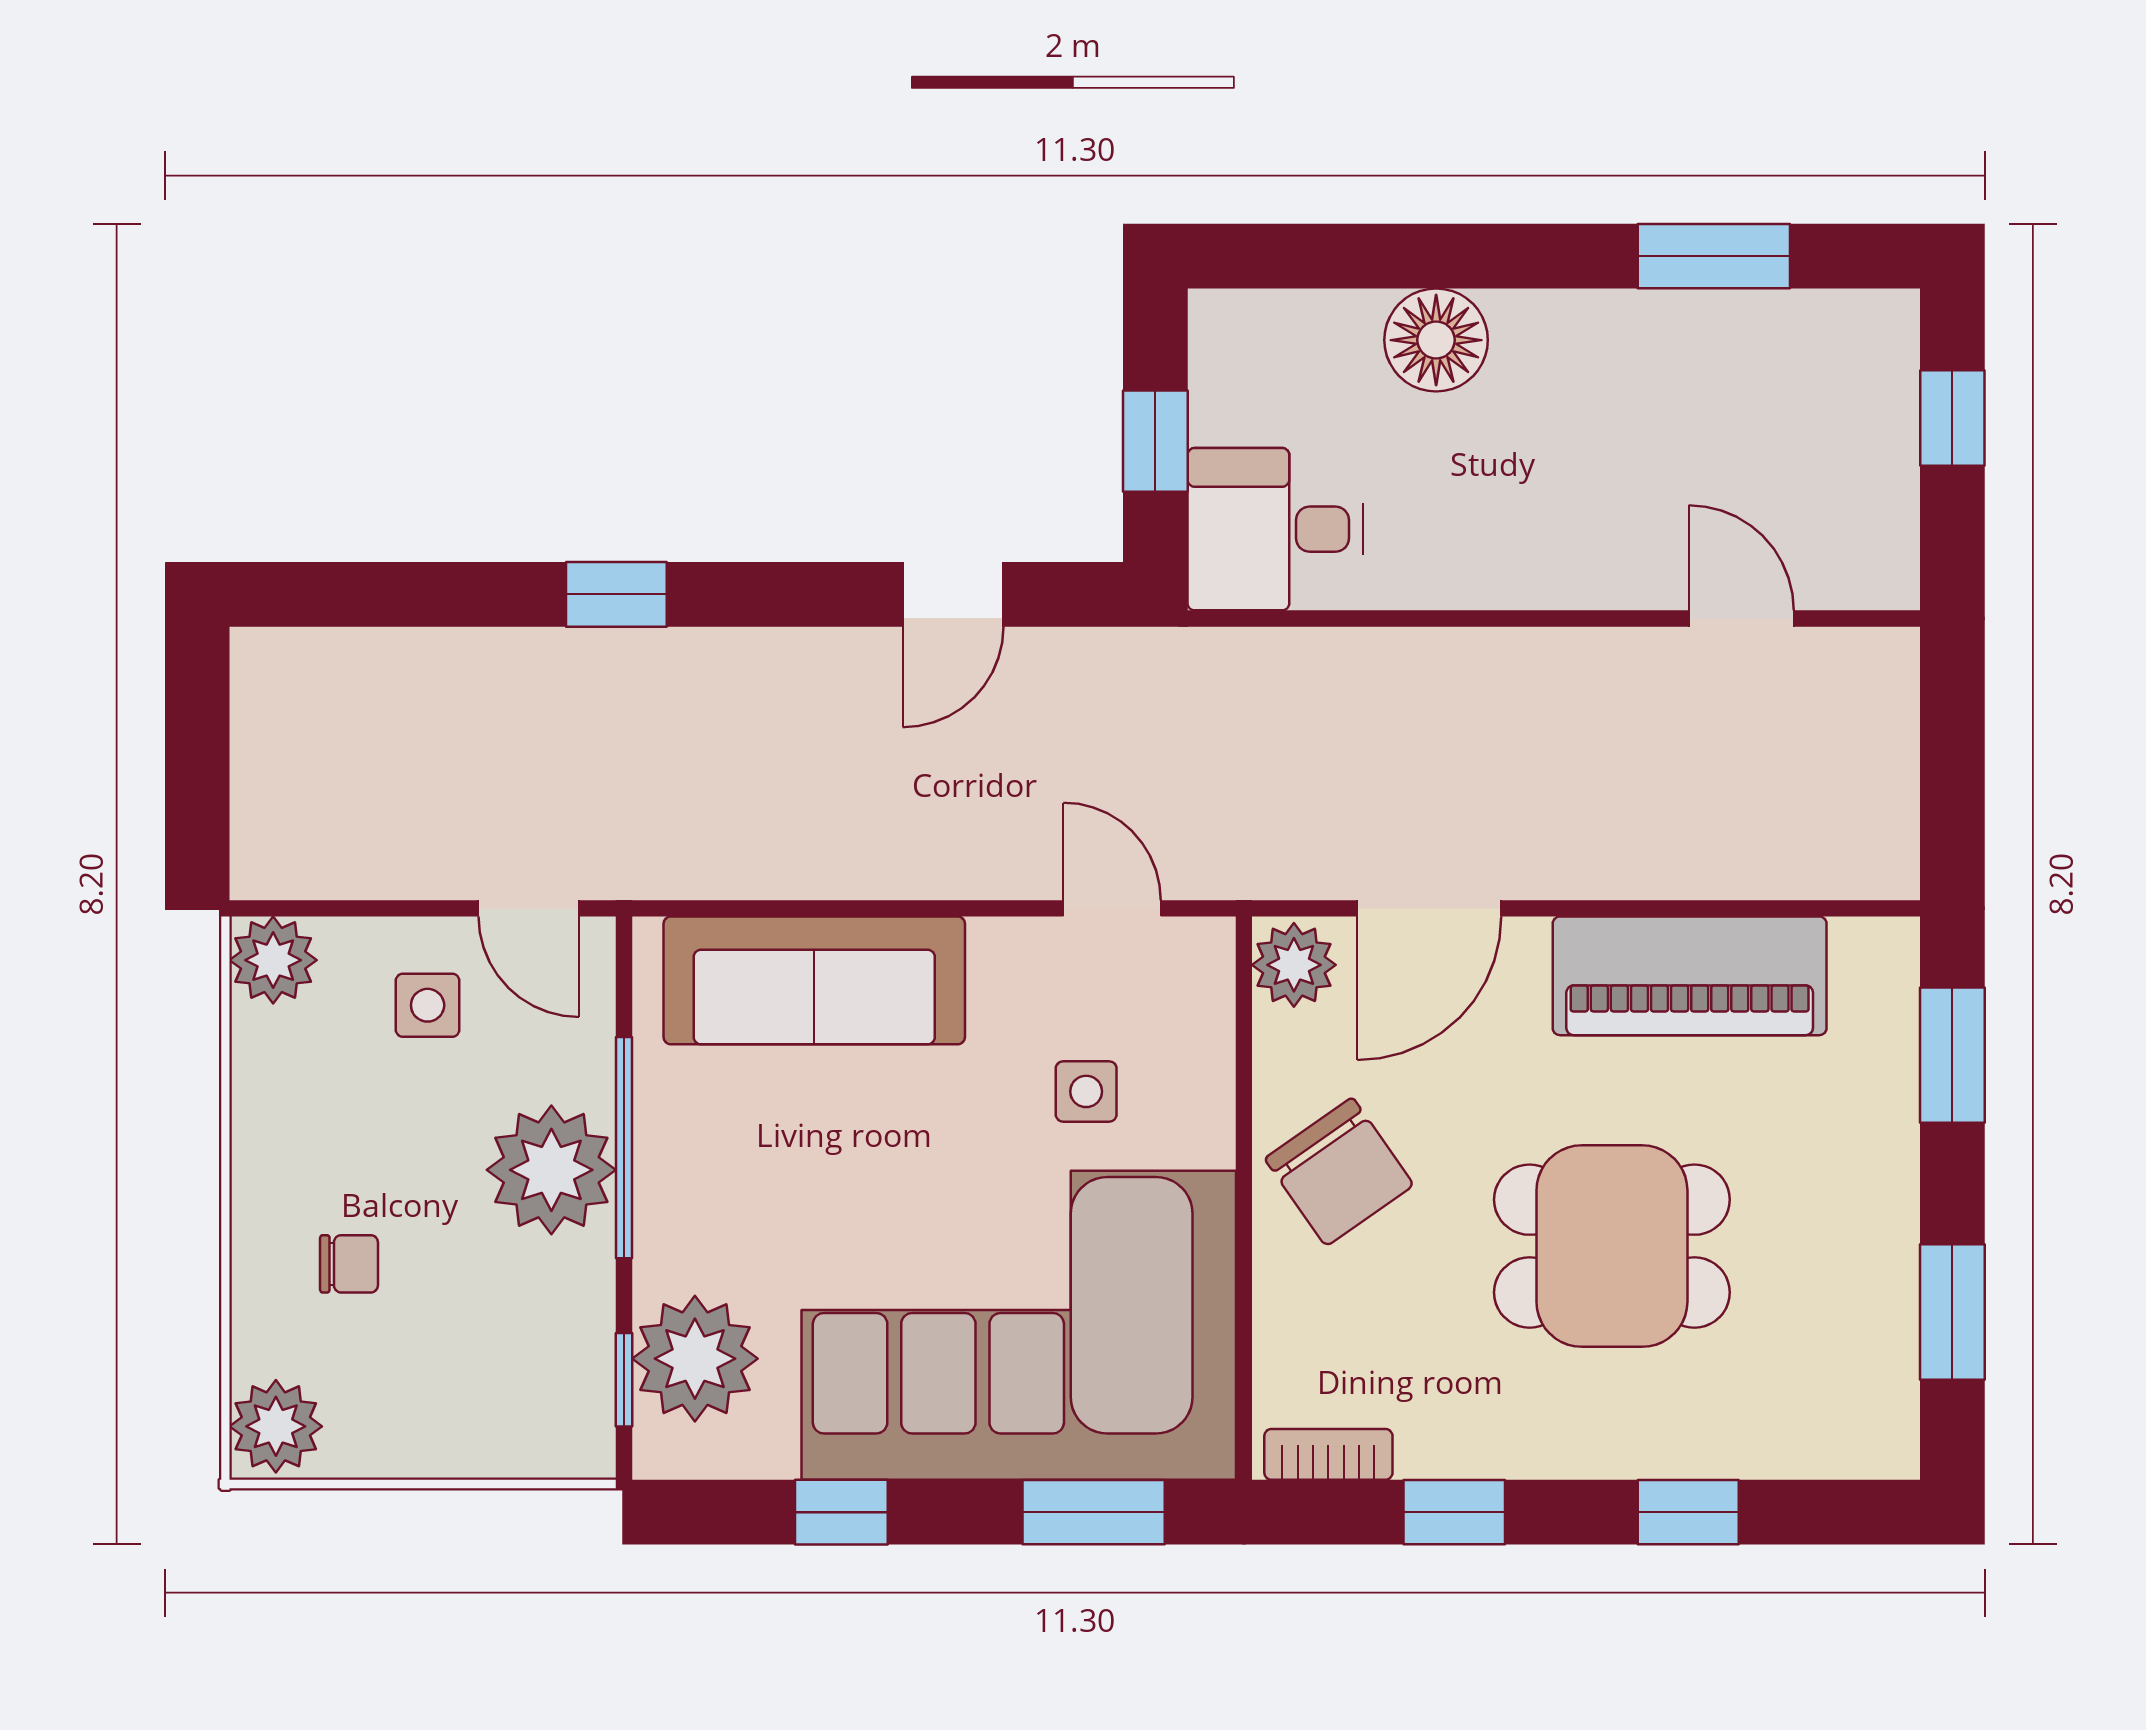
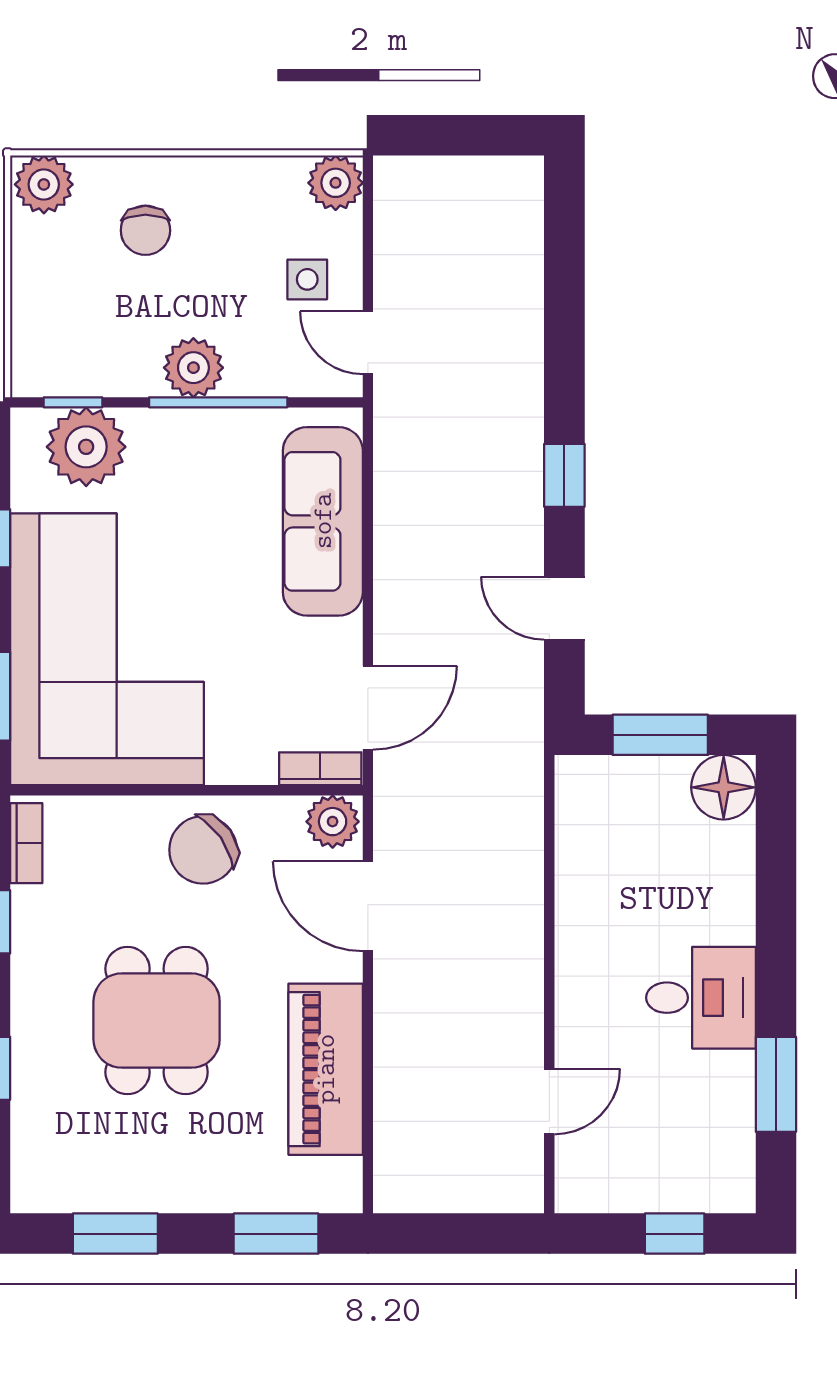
floor lamp: (1436, 340) -> (724, 787), moved
window: (1155, 441) -> (660, 735), width x1.50
desk: (1275, 529) -> (701, 998), moved, turned 90
window: (616, 594) -> (564, 475), moved
door: (529, 908) -> (368, 343), hinge flipped
door: (1112, 908) -> (368, 708), width x1.38
bookcase: (1210, 984) -> (320, 769), added
side table: (1086, 1091) -> (253, 692), removed
plant: (551, 1170) -> (193, 368), width x0.73, depth x0.73
chair: (349, 1264) -> (145, 230), width x1.37, depth x1.37

